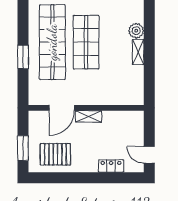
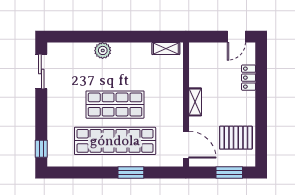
shelving: (138, 52) -> (166, 48), moved
door: (62, 108) -> (186, 145), moved
pallet: (55, 154) -> (236, 138), turned 90

